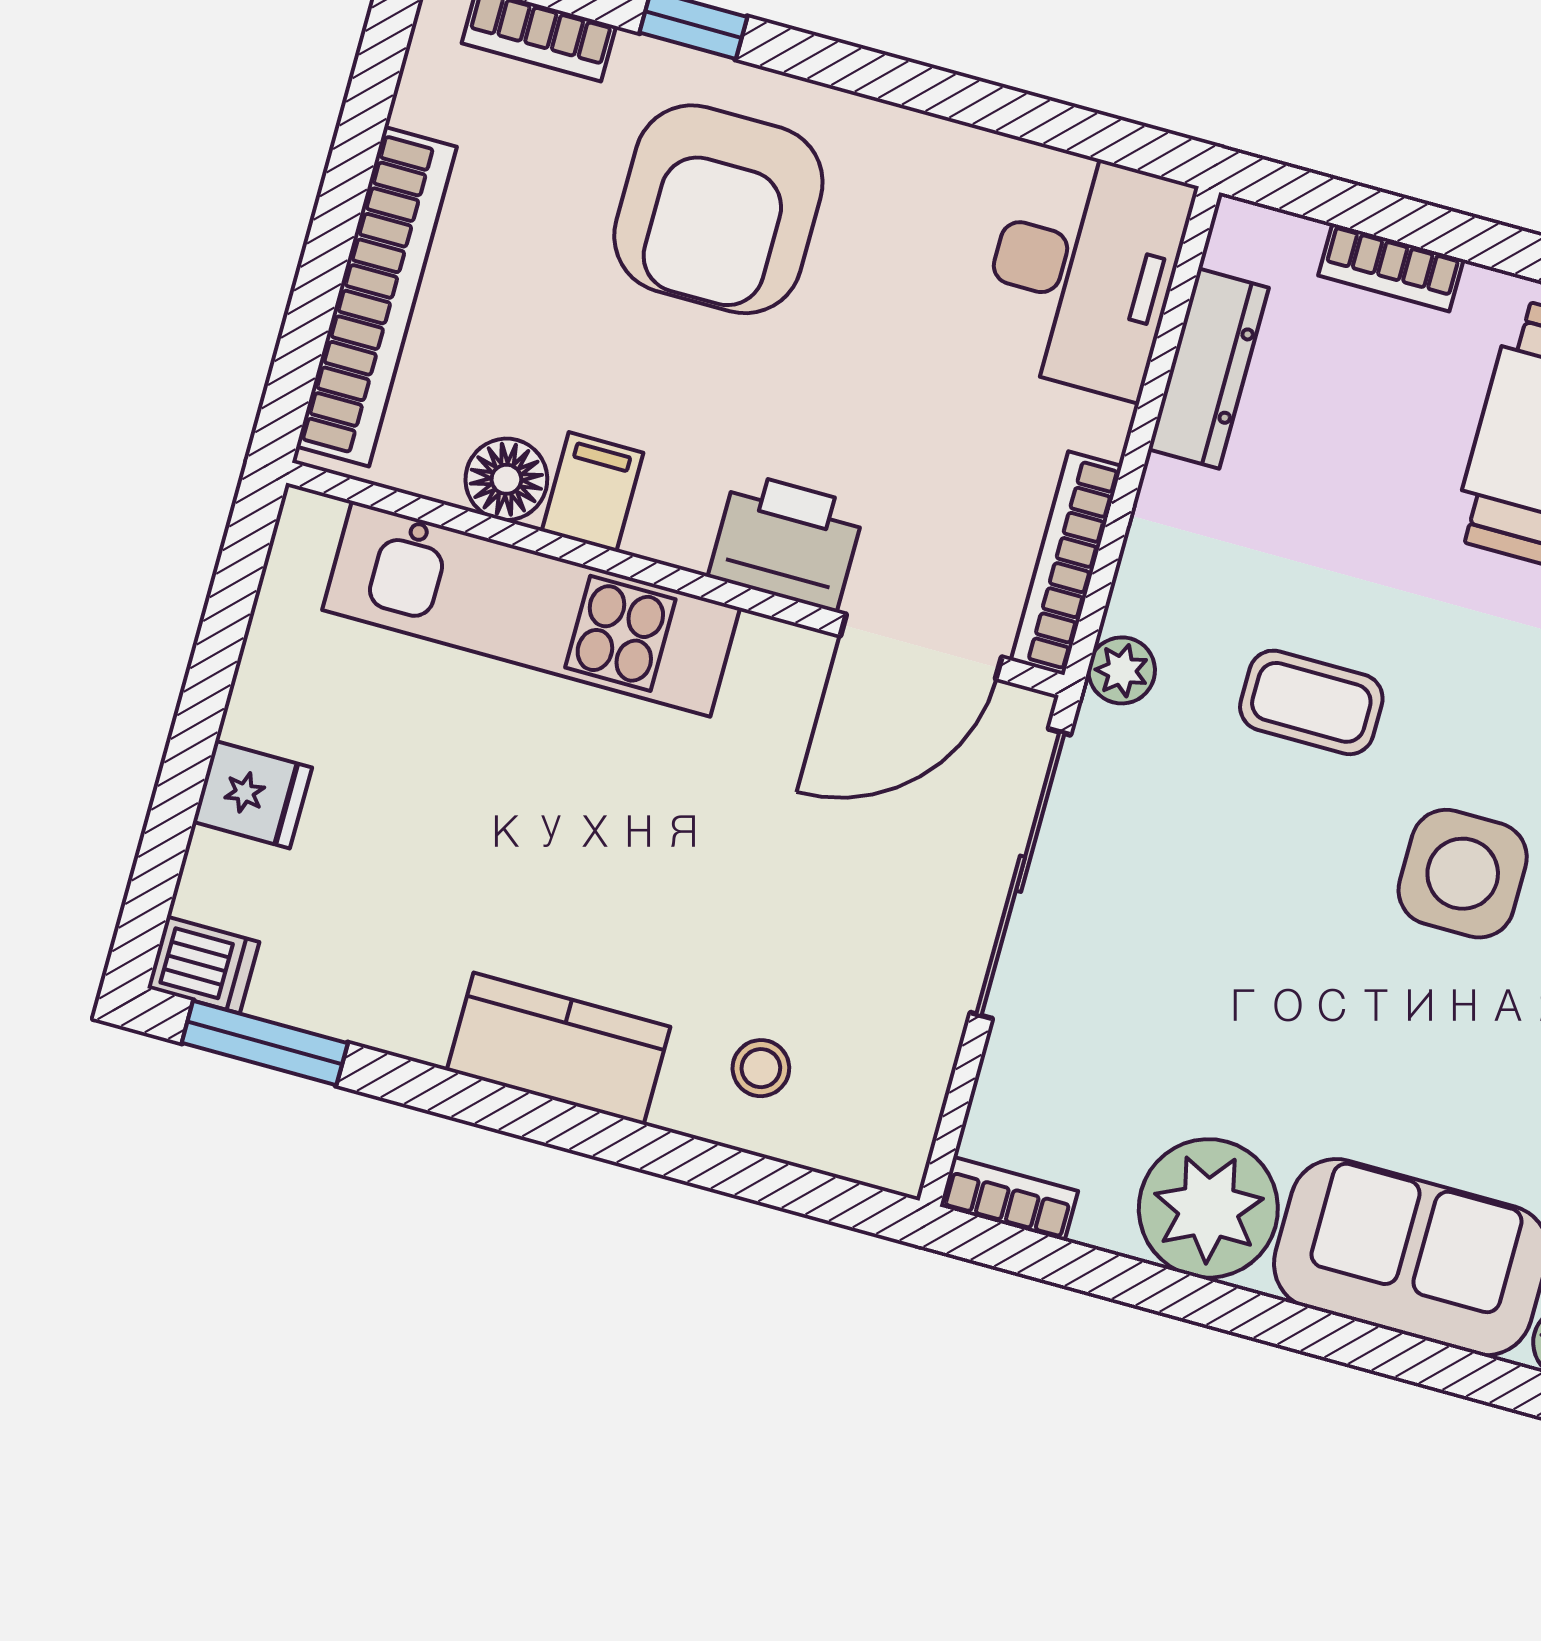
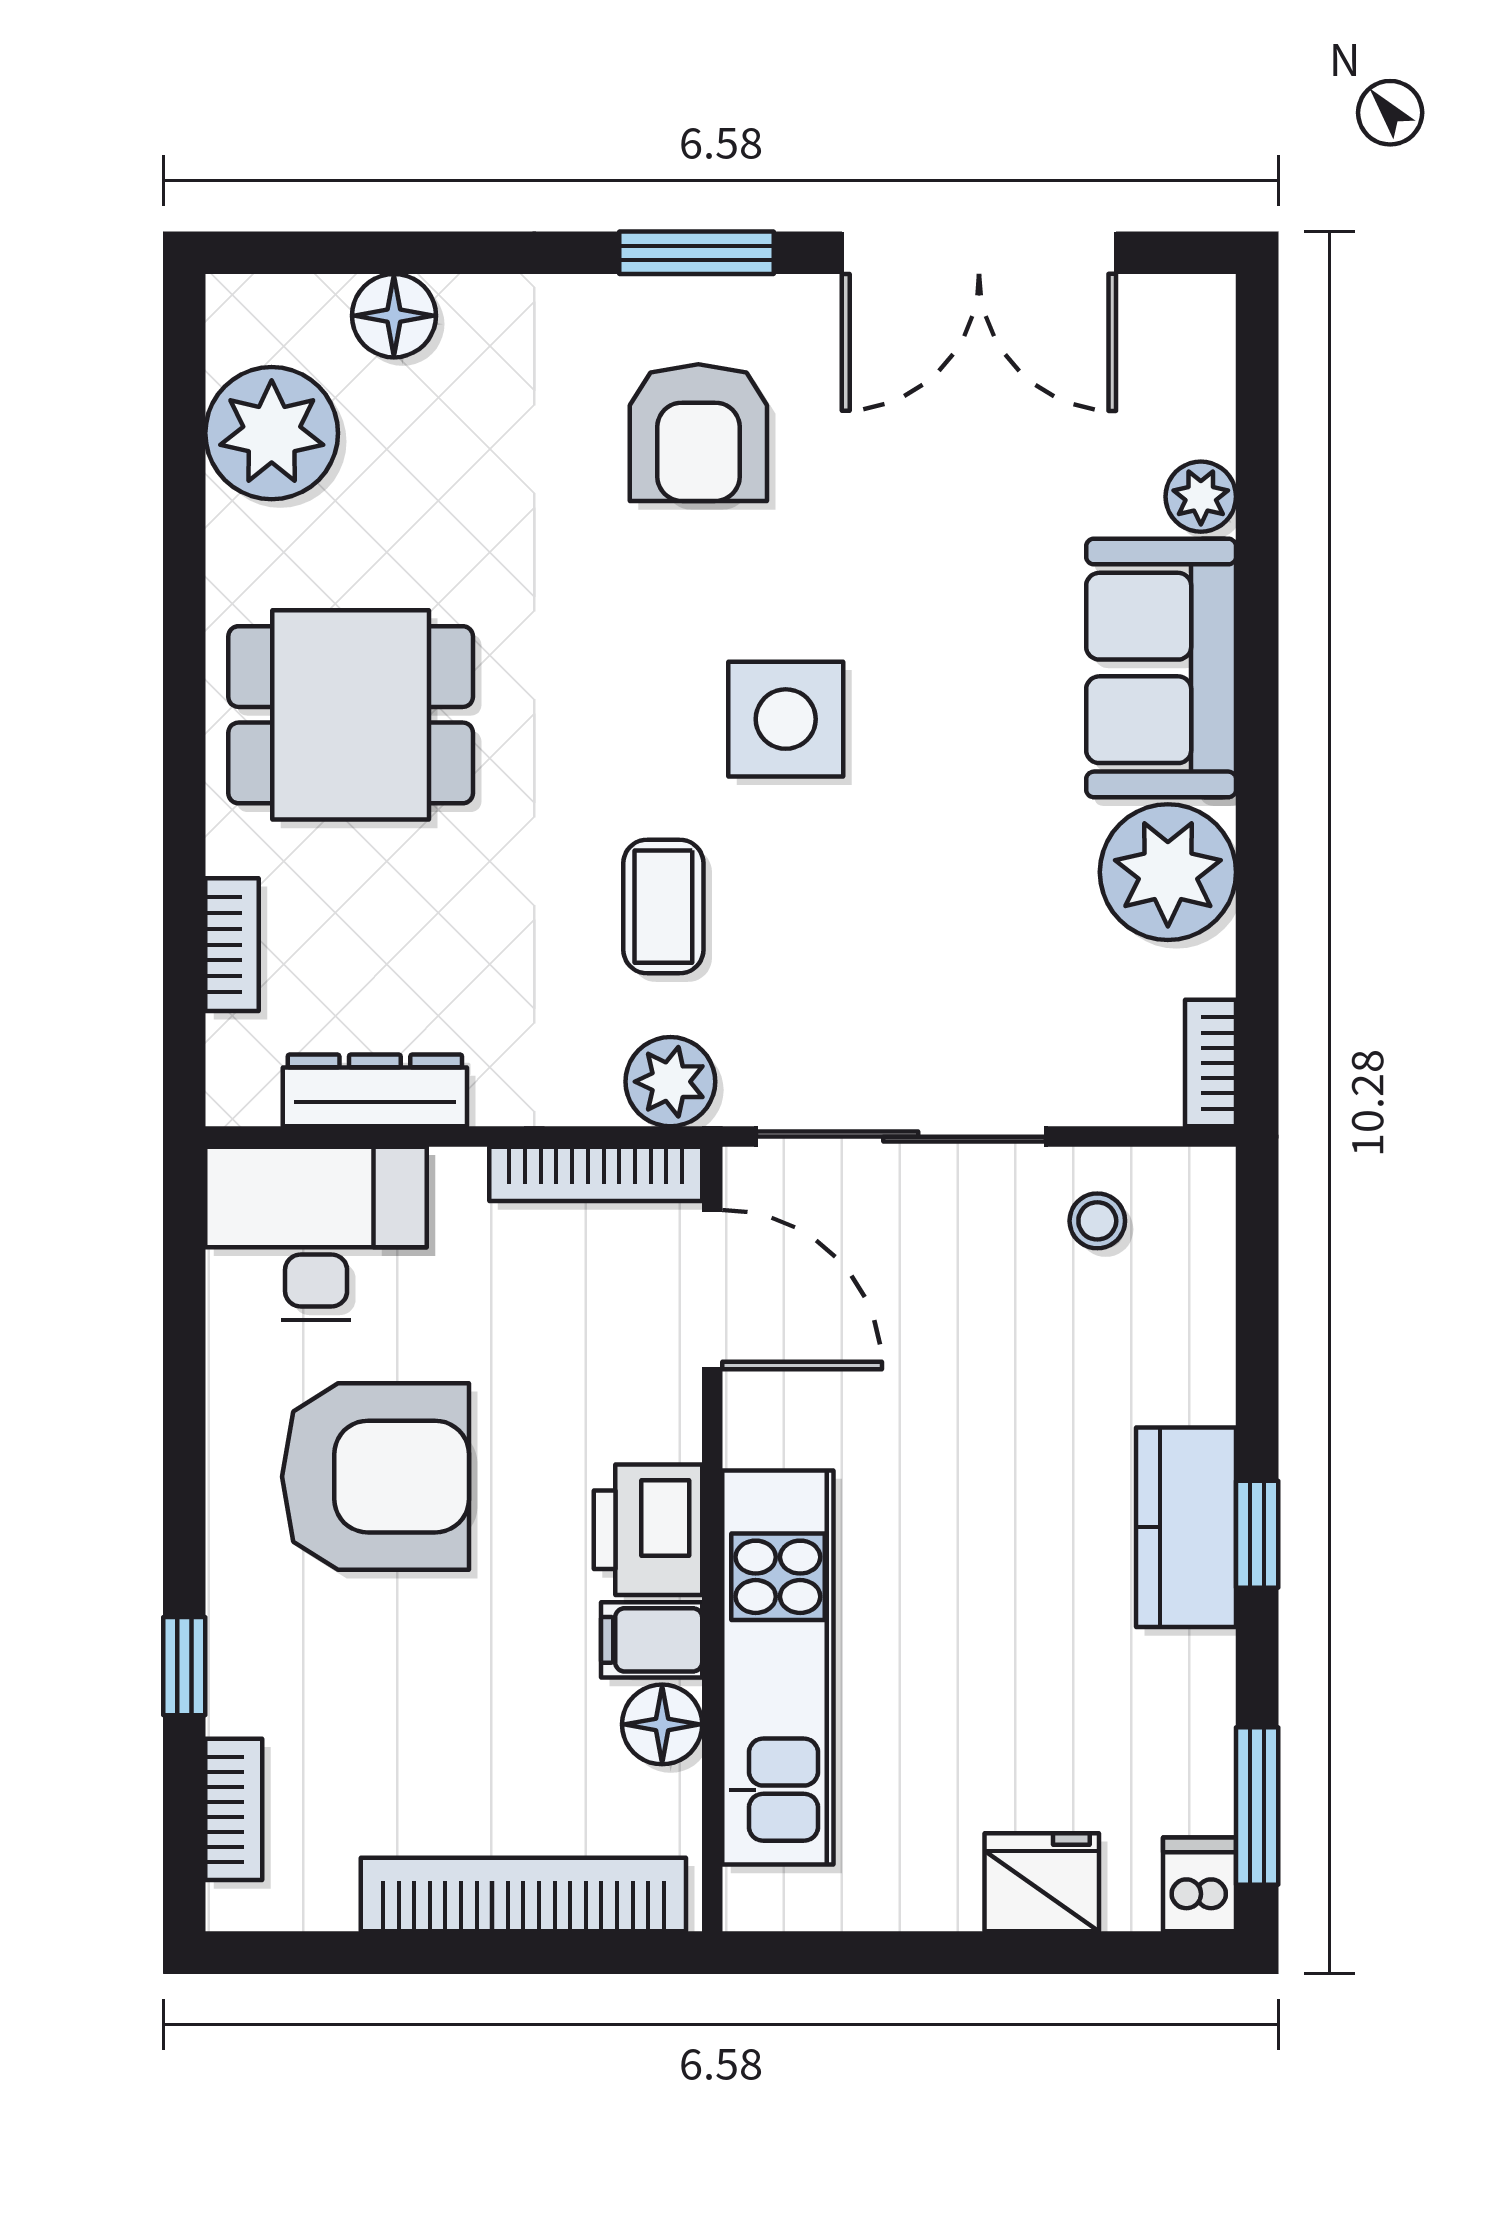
armchair: (718, 209) -> (375, 1477), moved
printer: (787, 542) -> (648, 1530), moved
plant: (1122, 670) -> (670, 1082), width x1.38, depth x1.38
fridge: (252, 795) -> (1042, 1882), width x1.38
stool: (761, 1068) -> (1097, 1221), moved
window: (532, 1117) -> (1257, 1534), added

